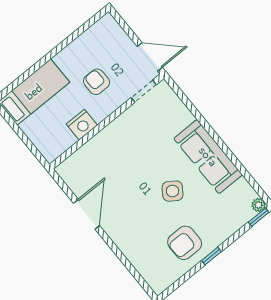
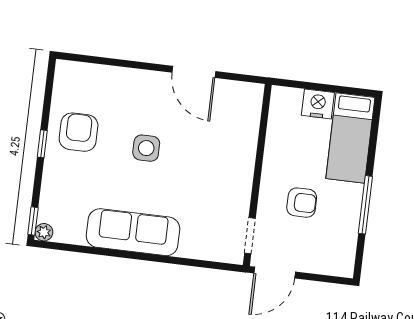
window: (62, 46) -> (365, 205), added
nightstand: (82, 125) -> (318, 104), moved, turned 90
side table: (173, 191) -> (146, 148), moved, turned -35

